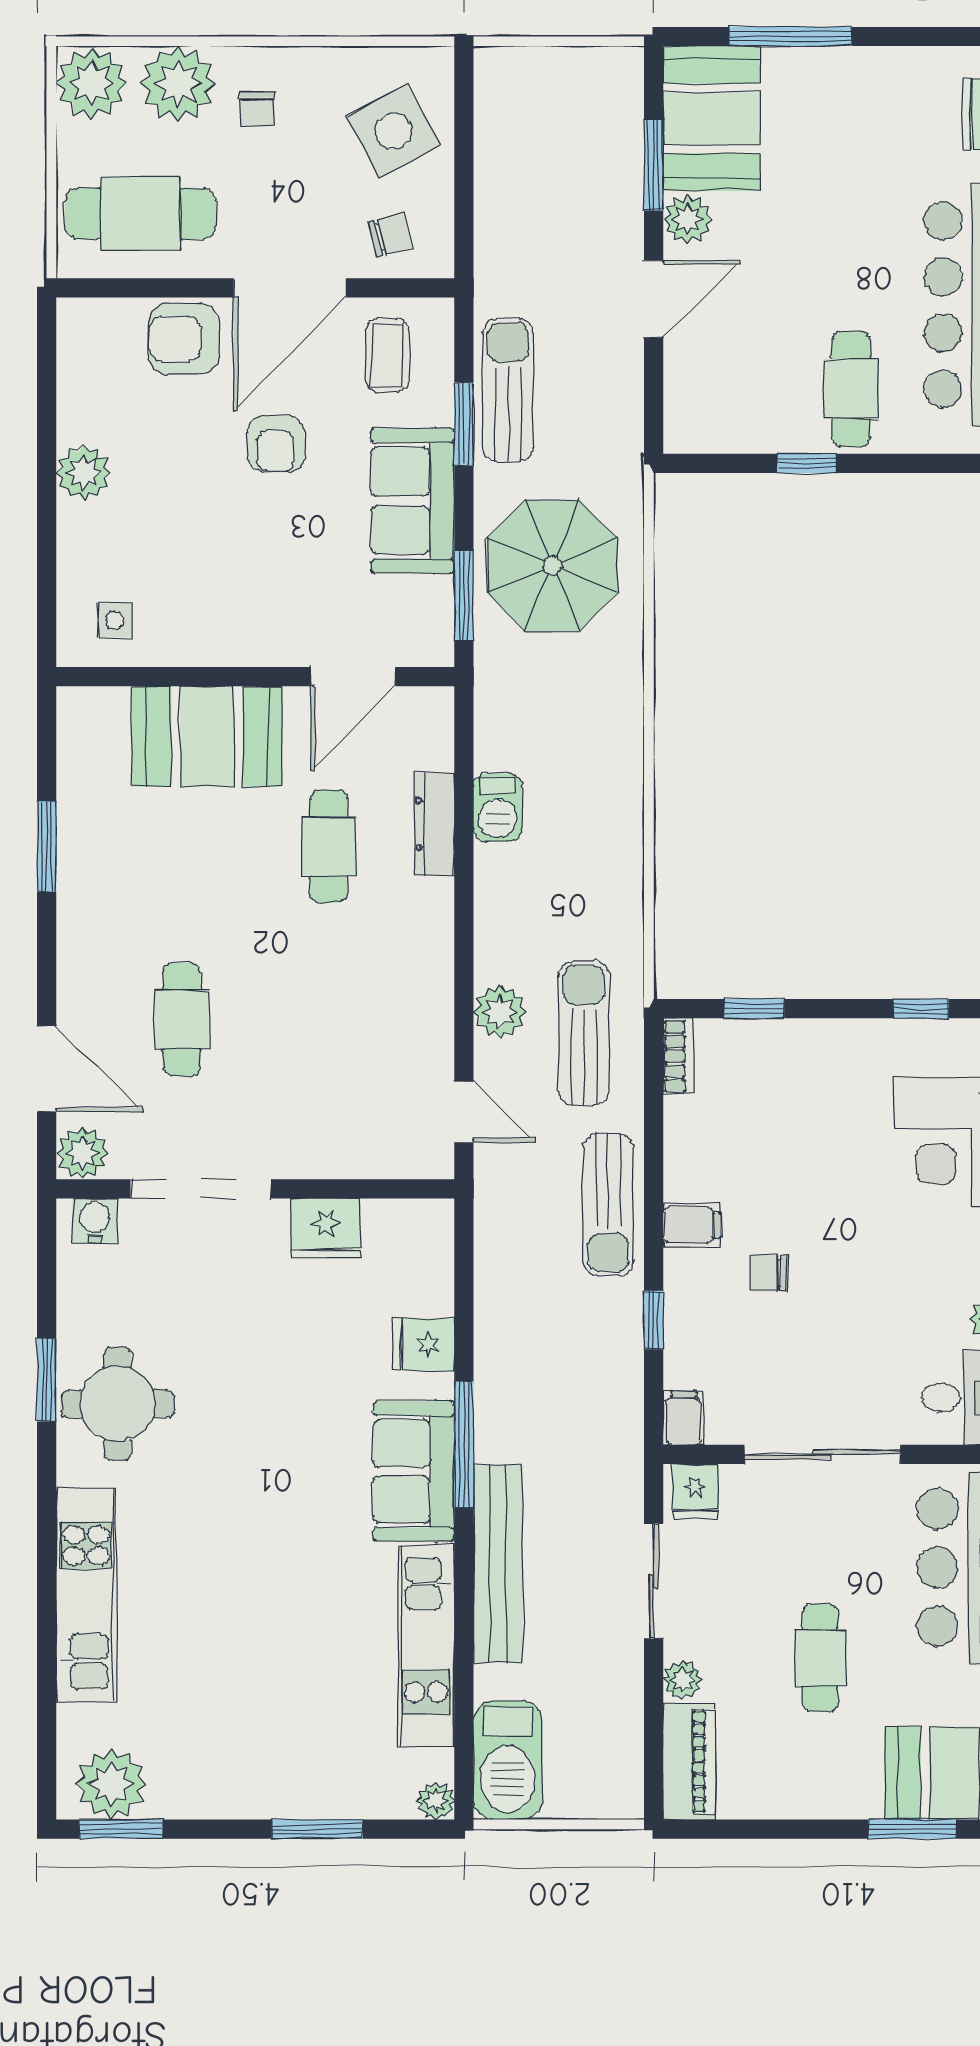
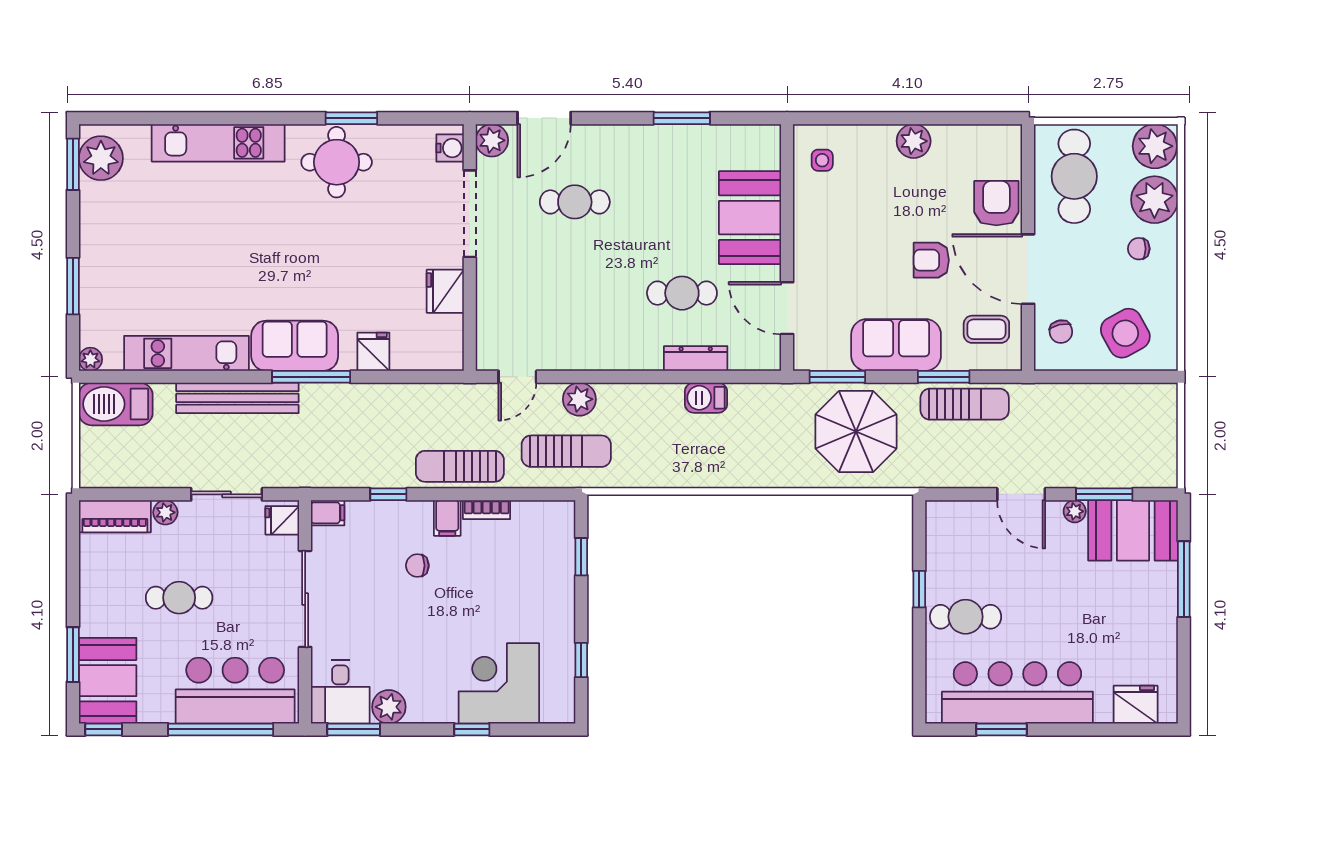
plant: (688, 219) -> (1075, 511), width x0.73, depth x0.73
bookcase: (678, 1056) -> (487, 510), moved
chair: (768, 1273) -> (417, 566), turned -90

